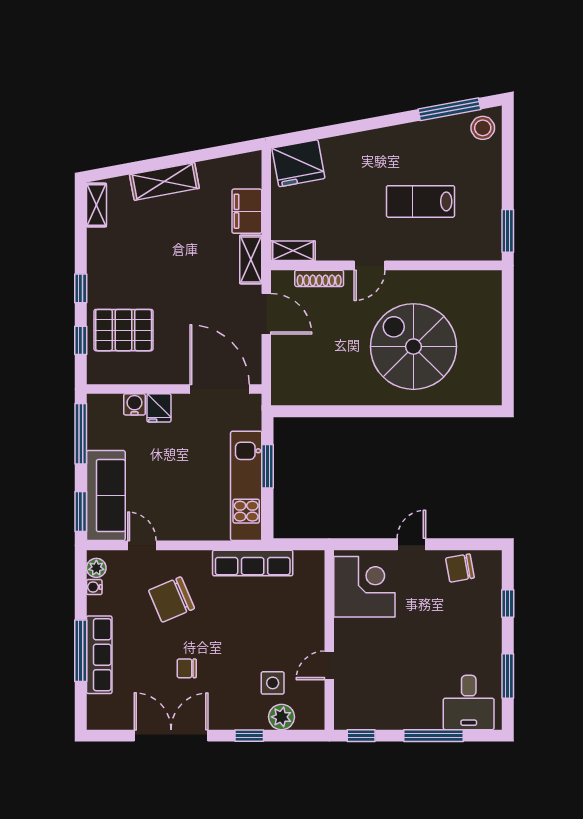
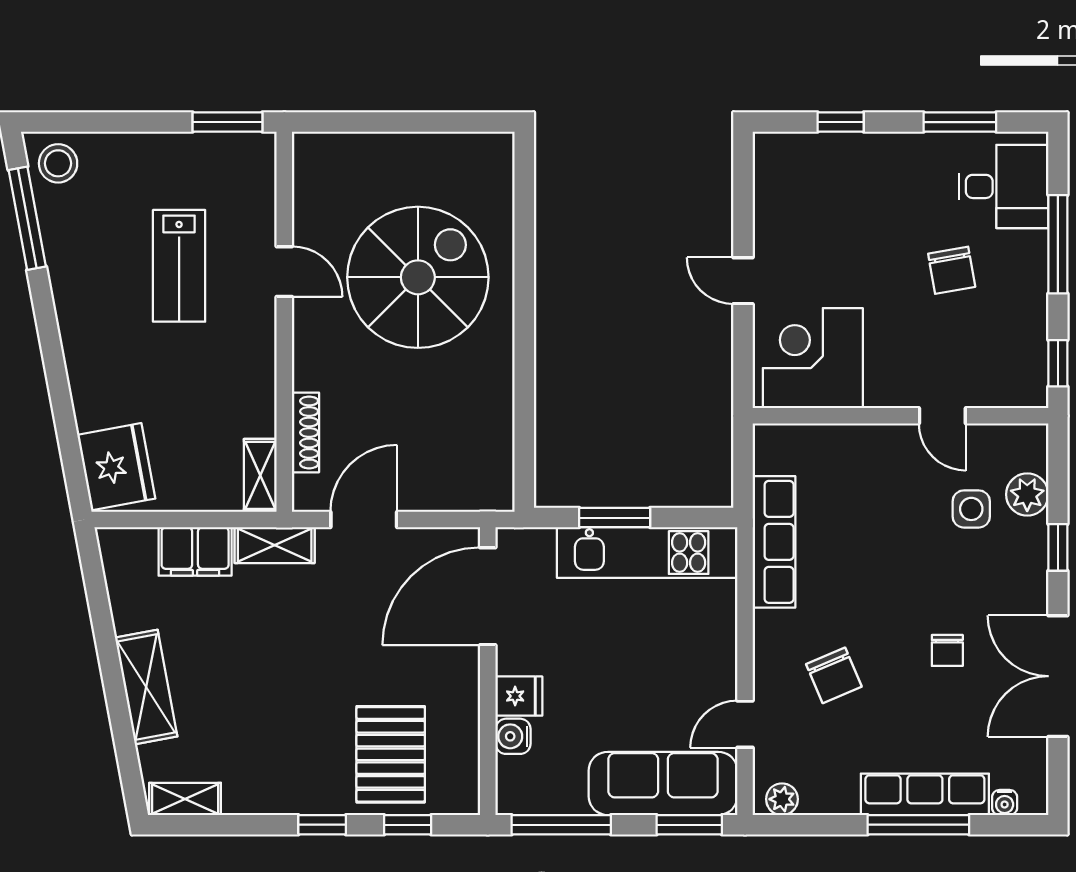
door: (369, 265) -> (284, 272), moved
spiral stairs: (413, 347) -> (418, 277), turned 180
chair: (460, 568) -> (952, 270), moved
water cooler: (94, 587) -> (1005, 802), moved
chair: (172, 599) -> (834, 675), width x0.73, depth x0.73

